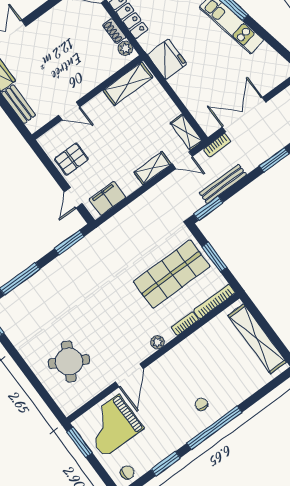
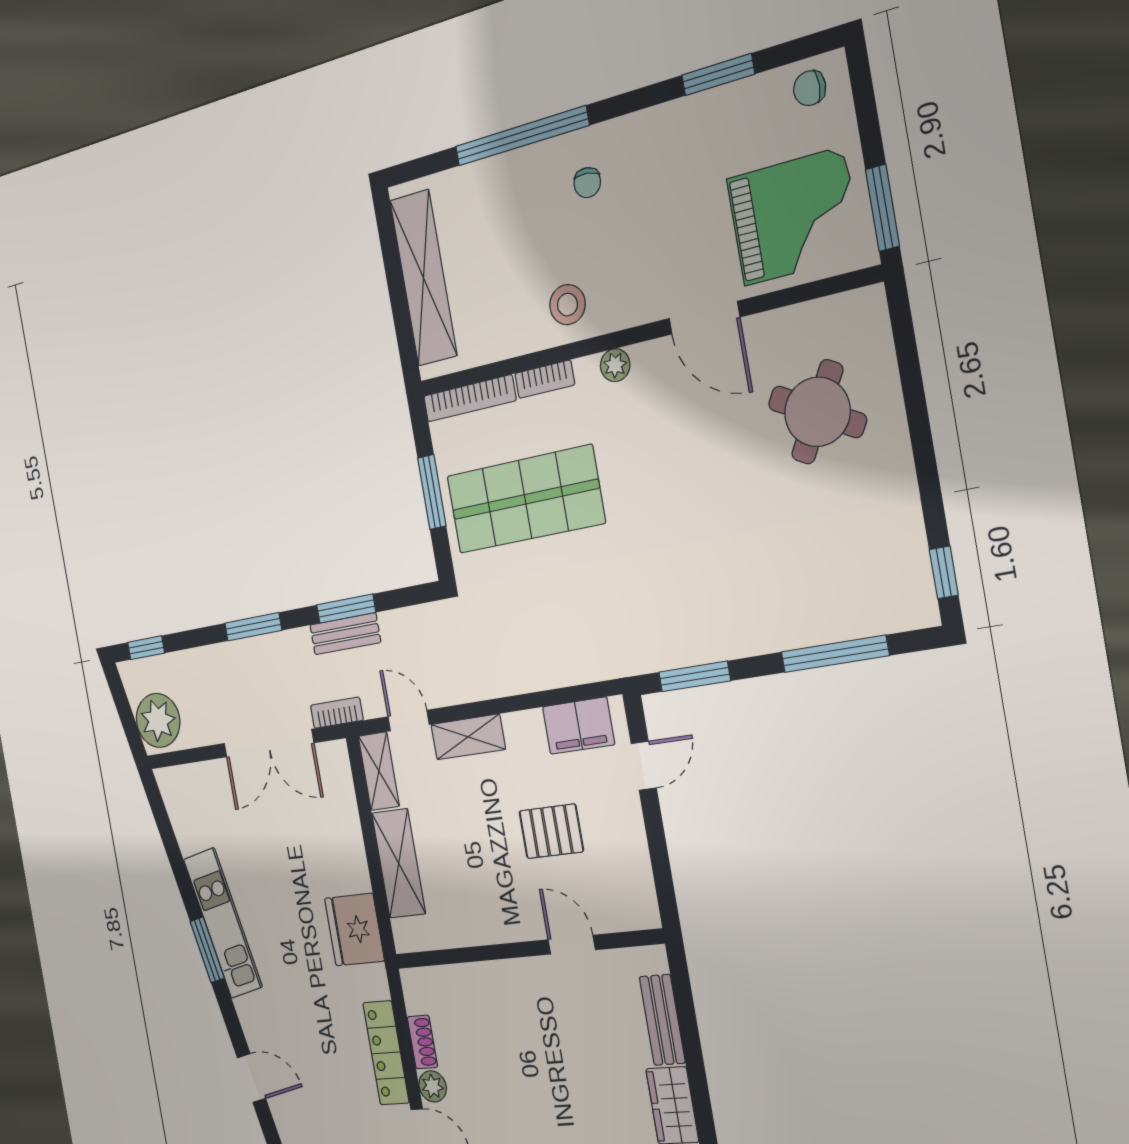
plant: (125, 48) -> (433, 1086), moved
shelving: (128, 84) -> (399, 863), moved, turned 90
pallet: (71, 159) -> (551, 831), moved
bench: (223, 184) -> (345, 634), width x0.73
window: (208, 208) -> (346, 609), moved
stool: (188, 356) -> (567, 305), added
door: (129, 375) -> (704, 318), swing flipped
window: (214, 428) -> (522, 136), moved

